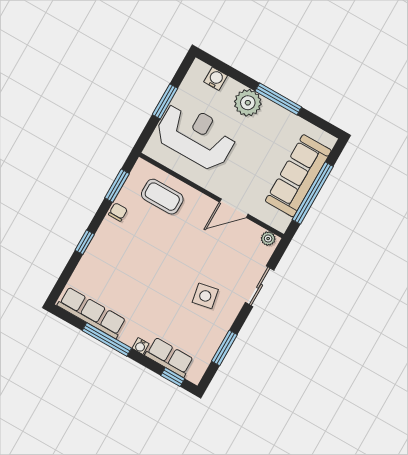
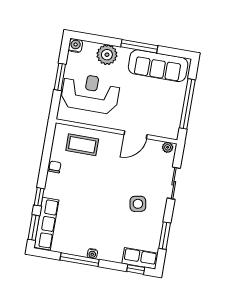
water cooler: (216, 79) -> (75, 46), moved
plant: (248, 103) -> (107, 55), moved
sofa: (298, 176) -> (158, 66), moved, turned -90
window: (117, 186) -> (34, 228), moved
row of seats: (92, 313) -> (46, 224), moved, turned 90
water cooler: (141, 346) -> (92, 254), moved
row of seats: (169, 357) -> (140, 258), moved

